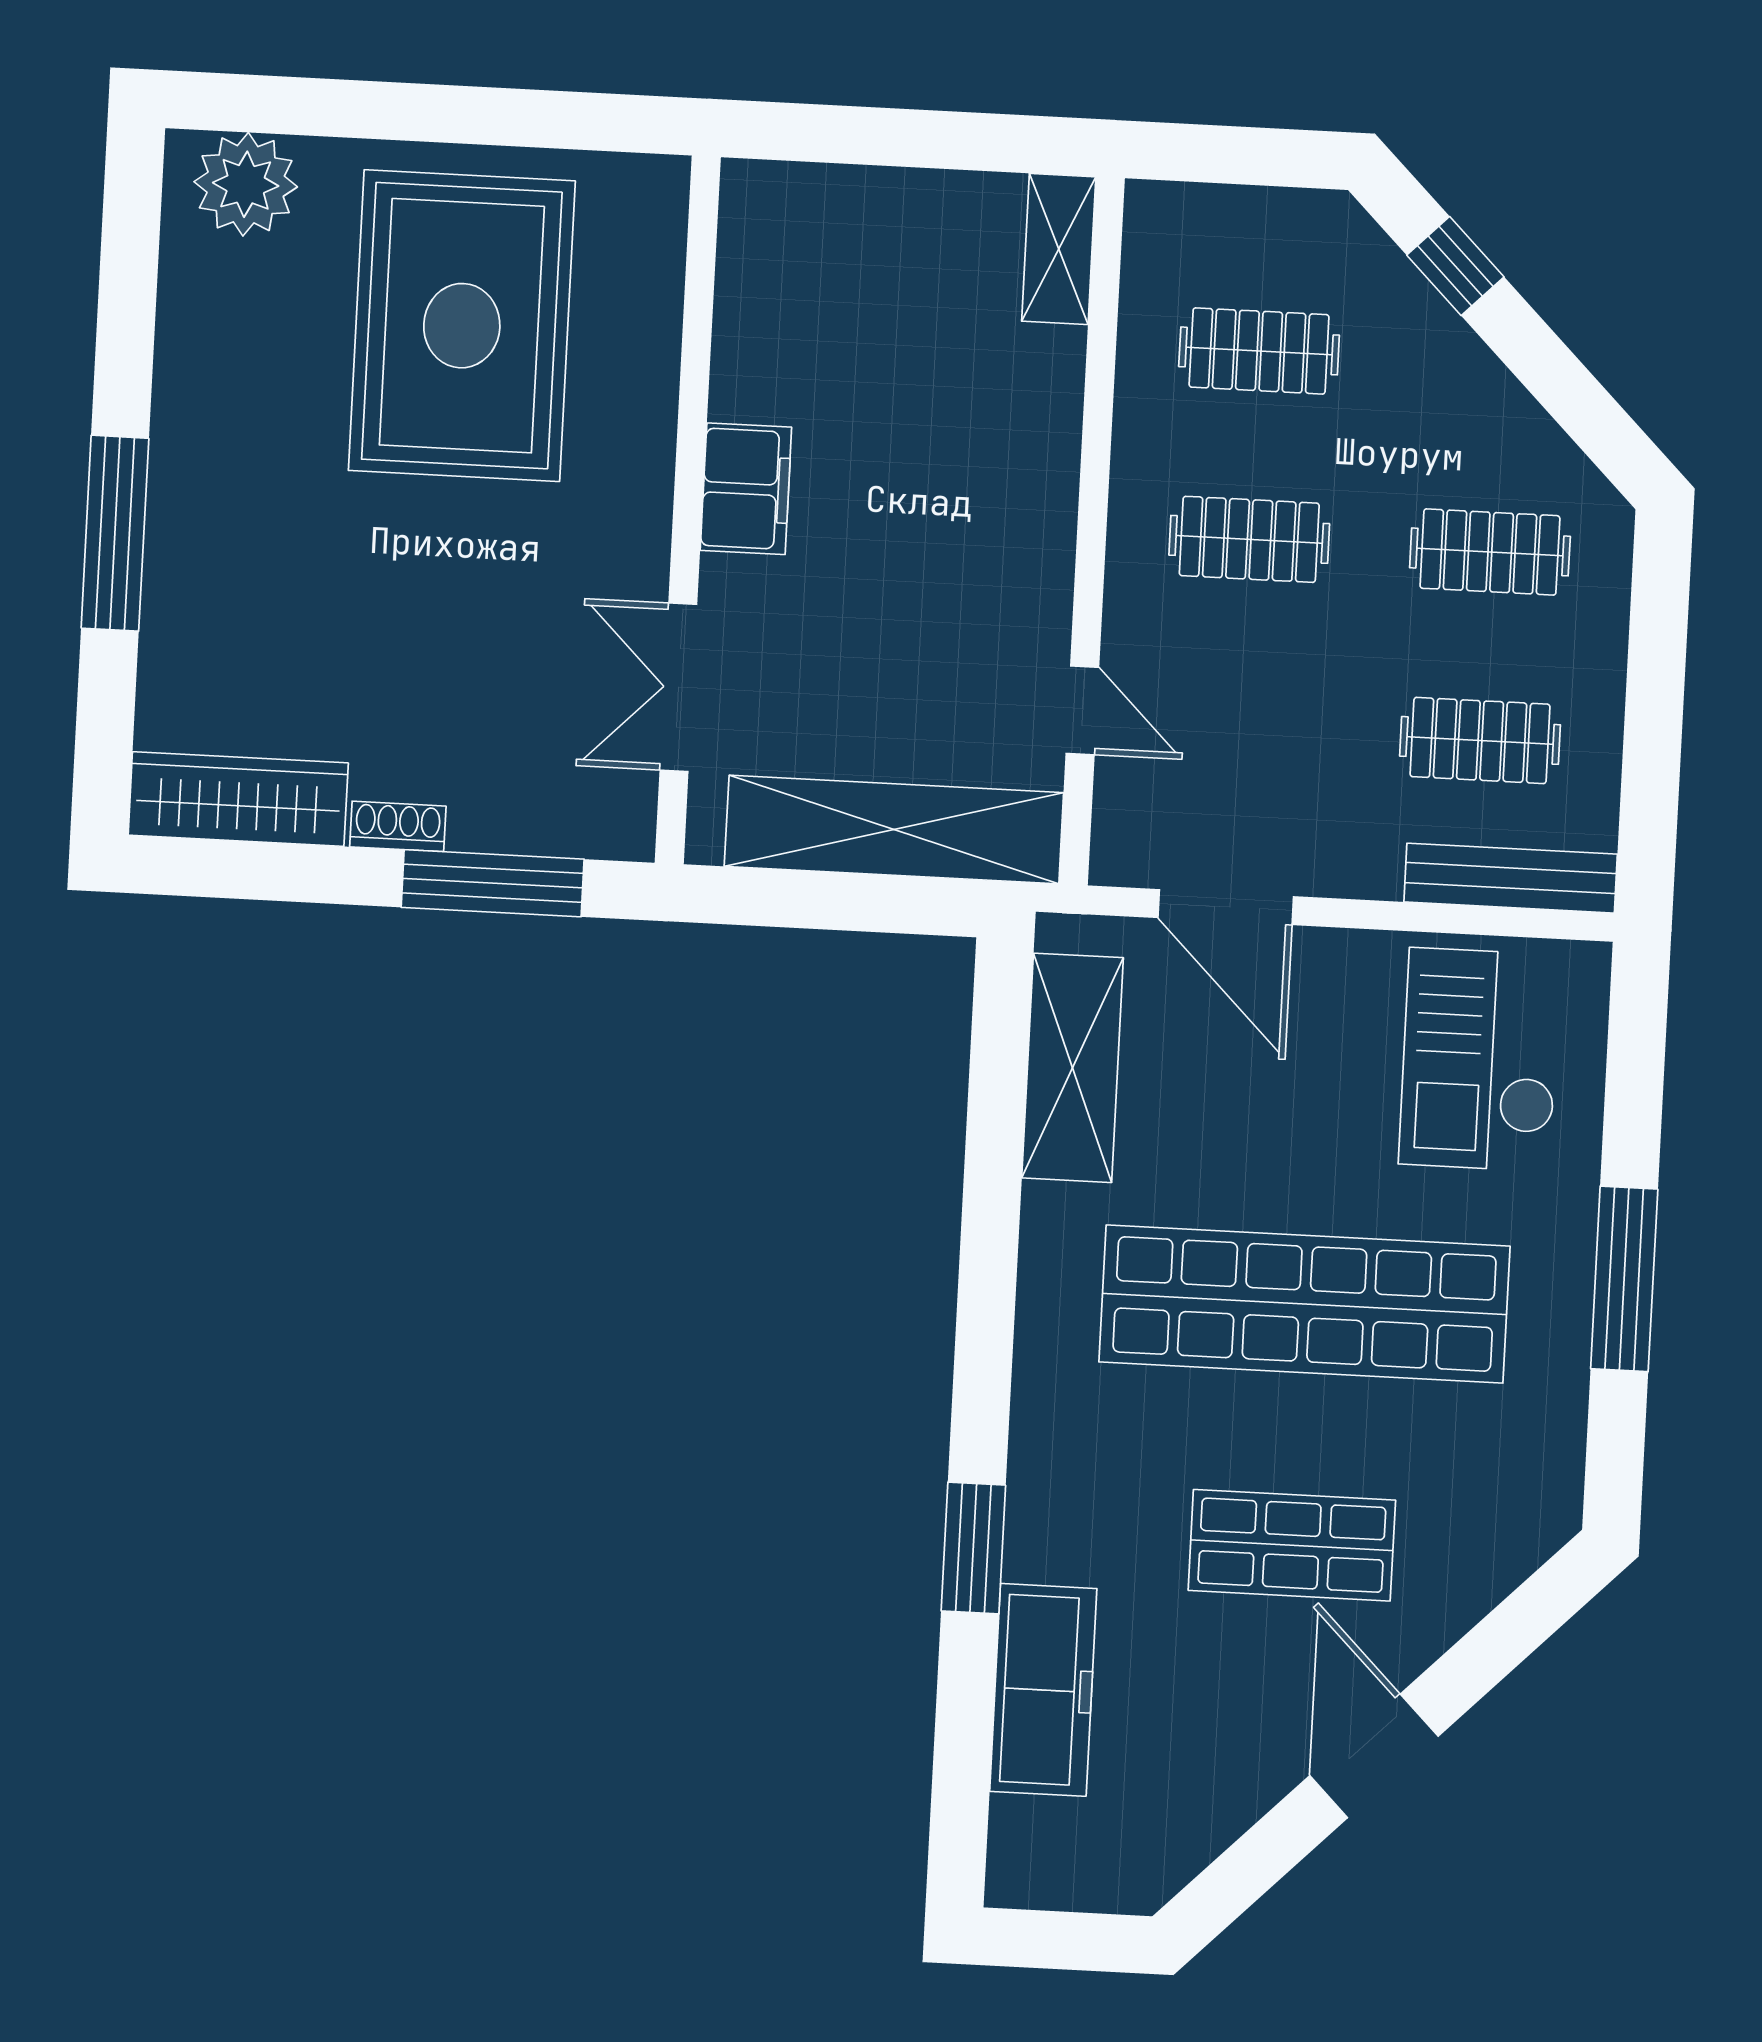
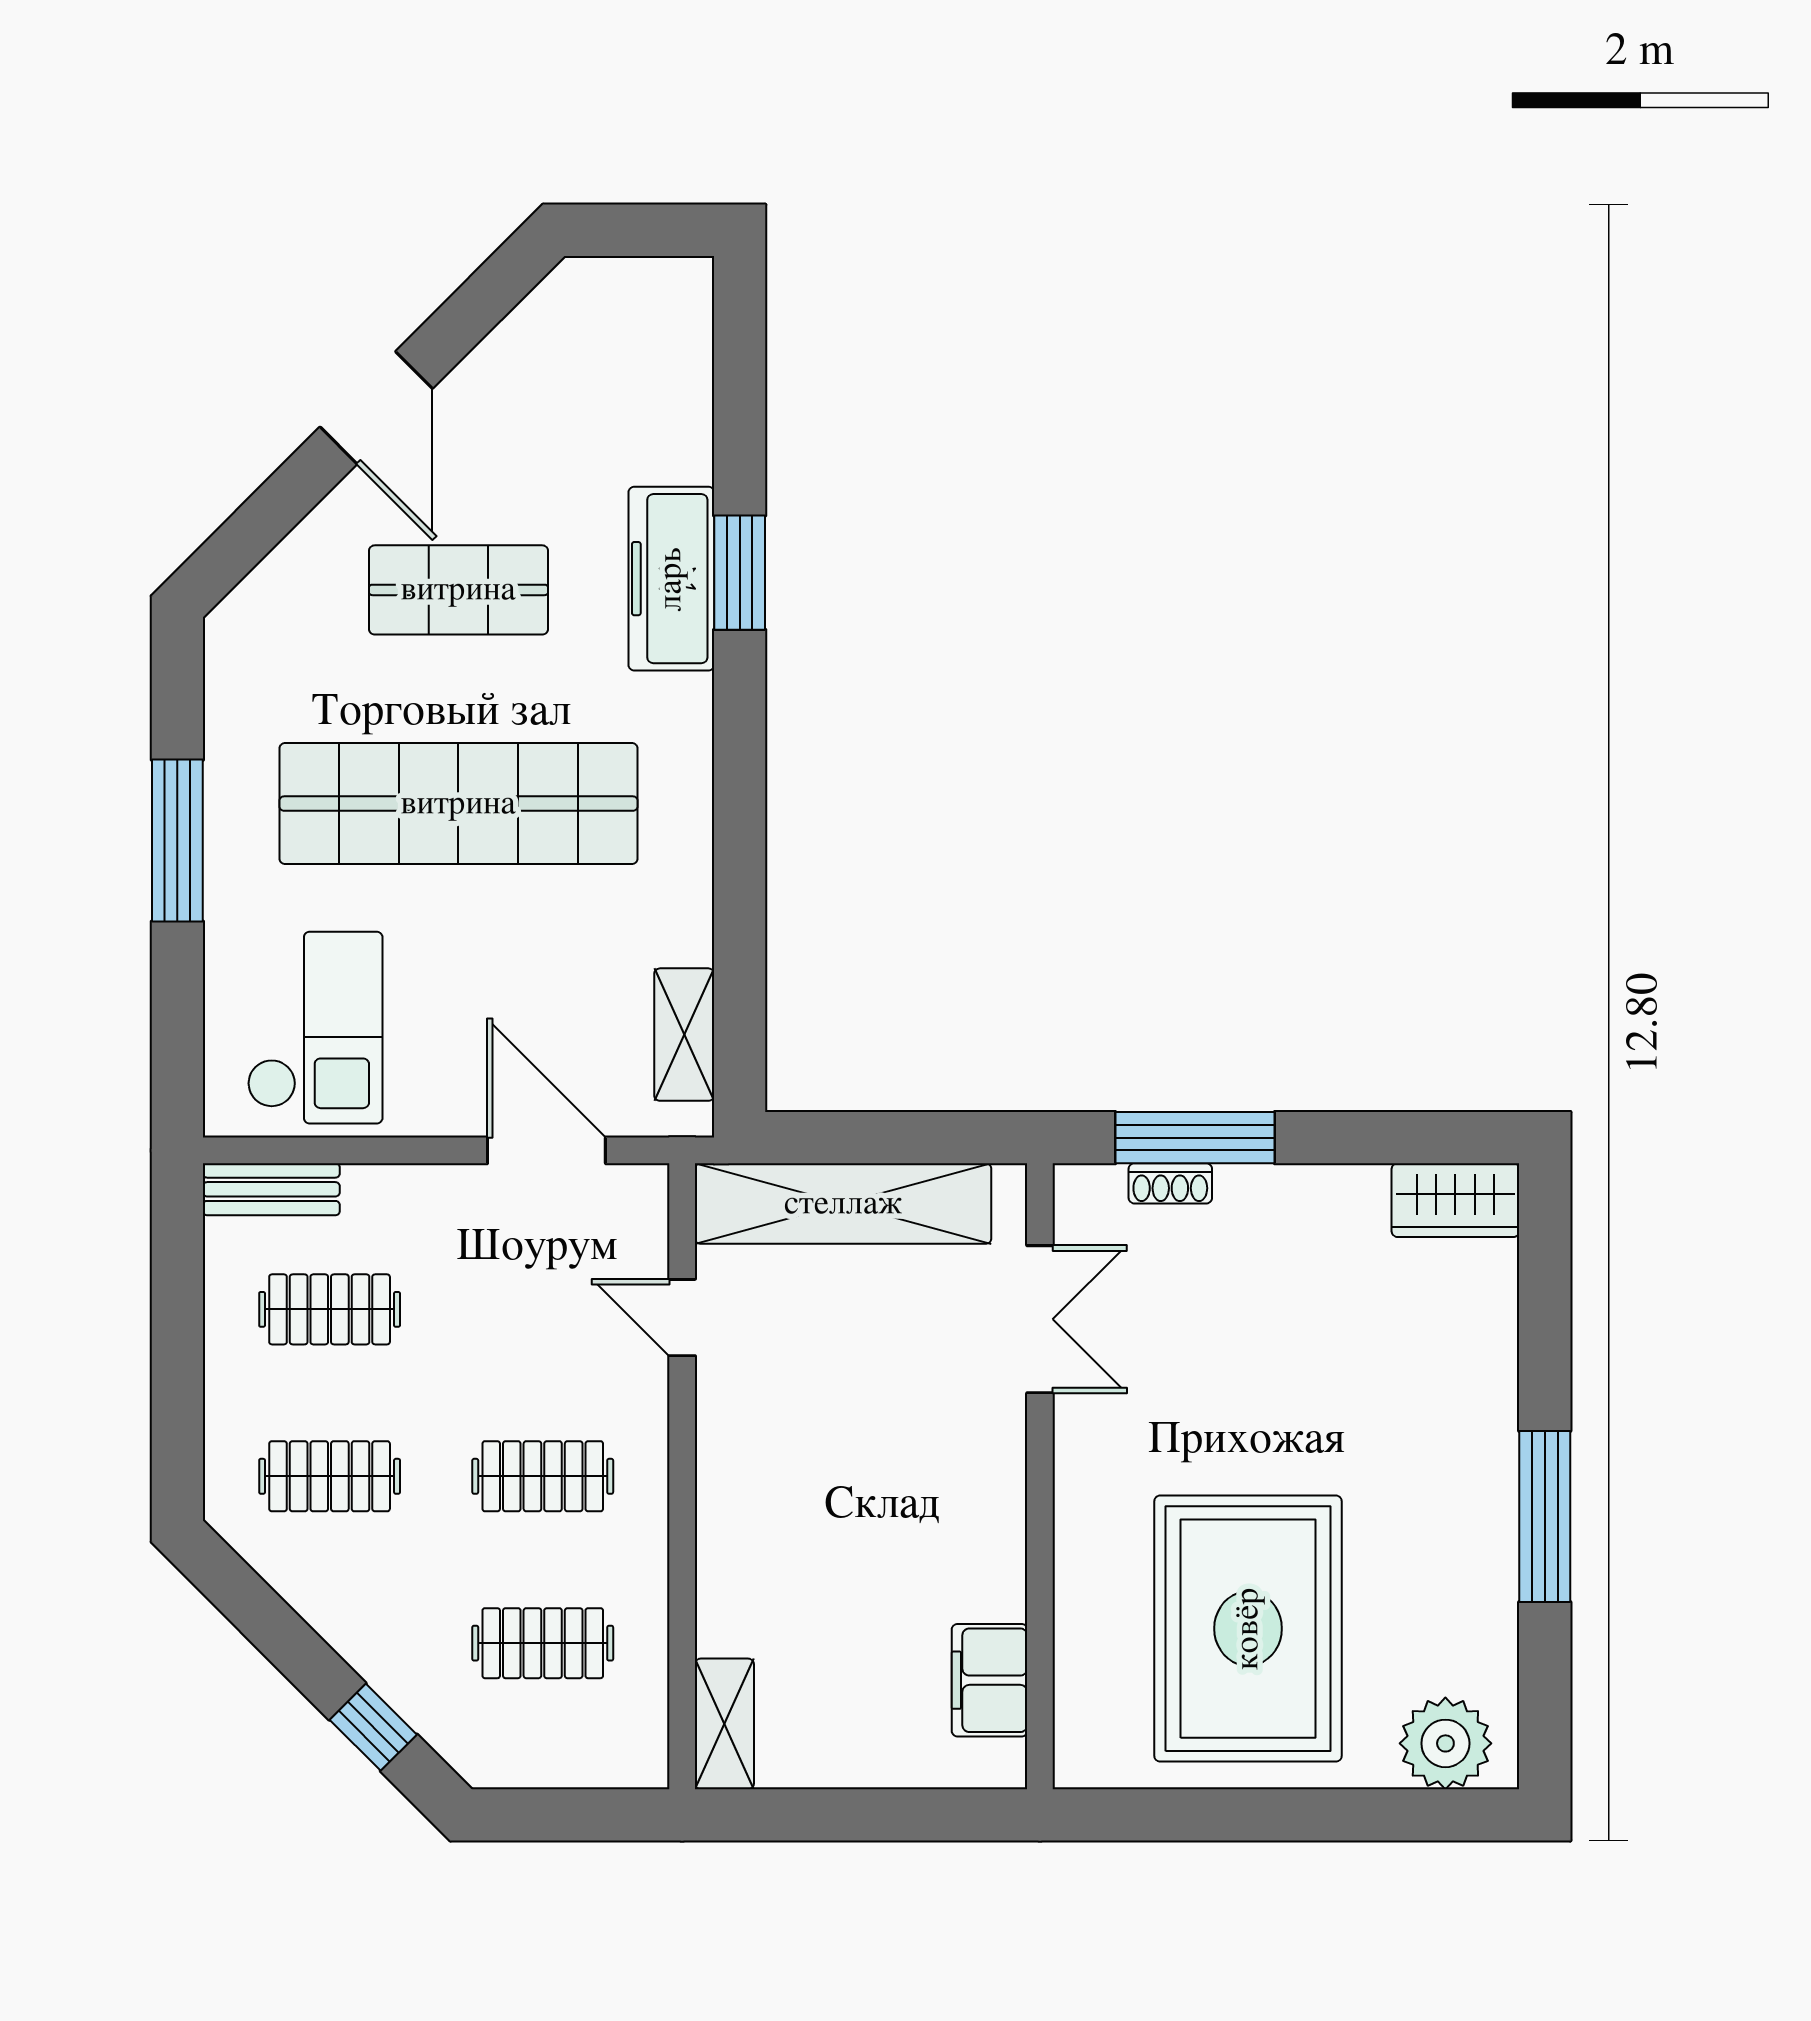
filing cabinet: (746, 489) -> (990, 1680), moved
window: (115, 533) -> (1545, 1516), moved
wardrobe: (238, 799) -> (1455, 1200), width x0.67
shoe rack: (398, 826) -> (1170, 1183), moved
bench: (1511, 878) -> (271, 1189), width x0.73
shelving: (1073, 1068) -> (684, 1035), width x0.67, depth x0.75
freezer: (1043, 1690) -> (671, 579), moved

